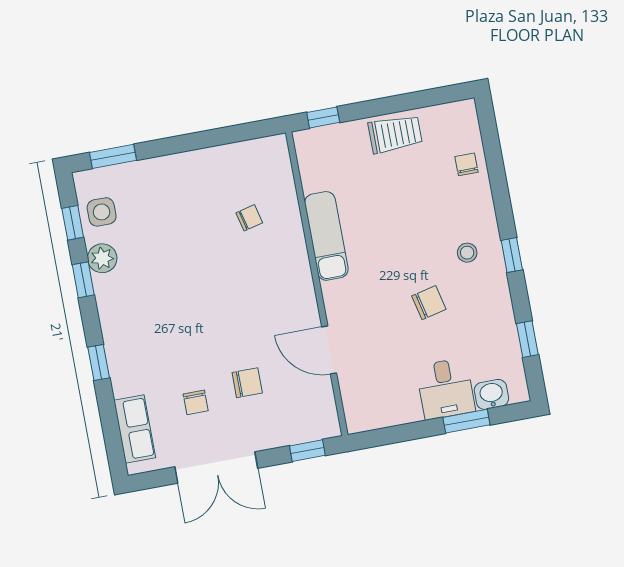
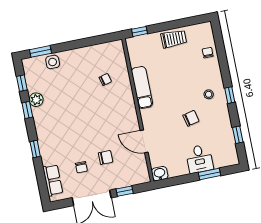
side table: (102, 212) -> (53, 62), moved
washbasin: (491, 394) -> (160, 174), moved
window: (307, 451) -> (125, 191), moved

